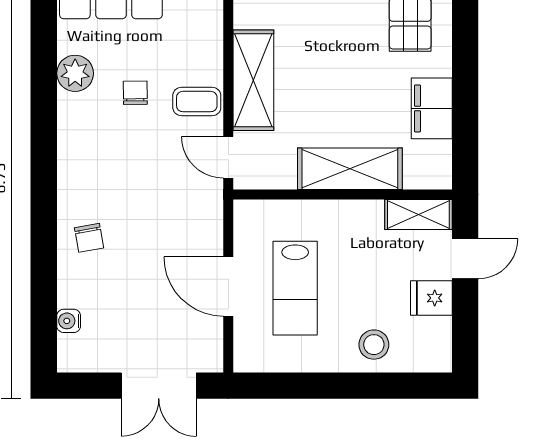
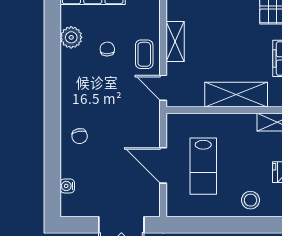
shelving: (253, 80) -> (175, 41), width x0.67, depth x0.75
coffee table: (197, 102) -> (144, 54), turned 90

